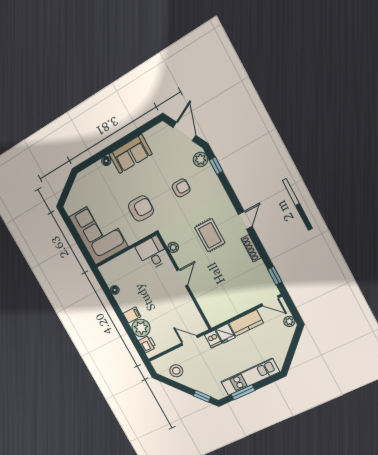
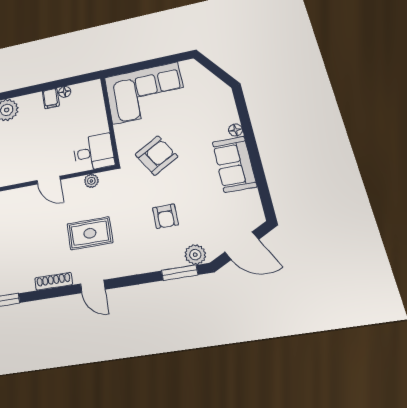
window: (216, 166) -> (180, 273), width x1.50
armchair: (141, 208) -> (156, 156), turned -120
filing cabinet: (132, 315) -> (51, 98), moved

